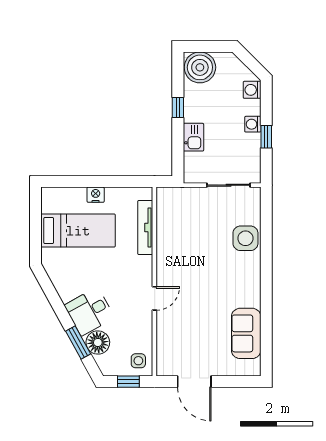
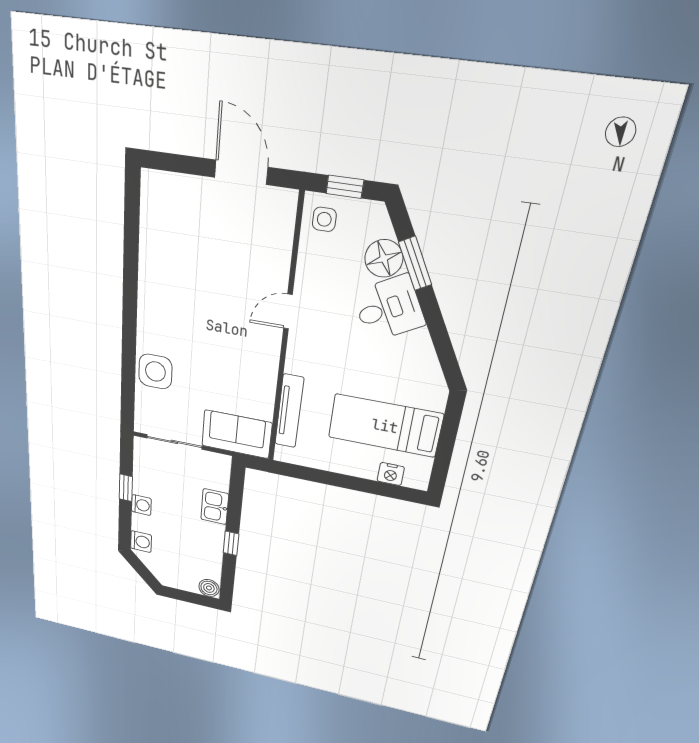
boiler: (200, 67) -> (209, 588), width x0.54, depth x0.54
nightstand: (96, 195) -> (391, 474), moved
sofa: (246, 333) -> (237, 434), moved, turned -90

